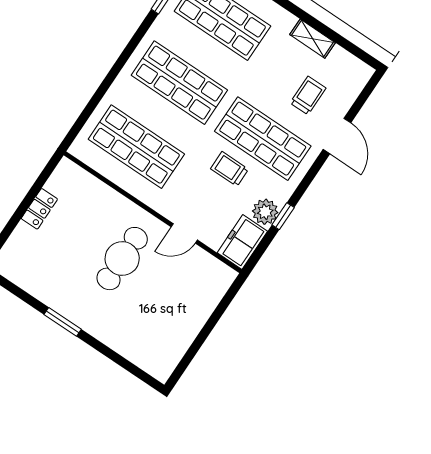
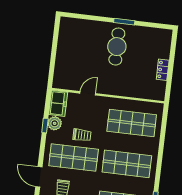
cafe table: (122, 259) -> (117, 47), moved

